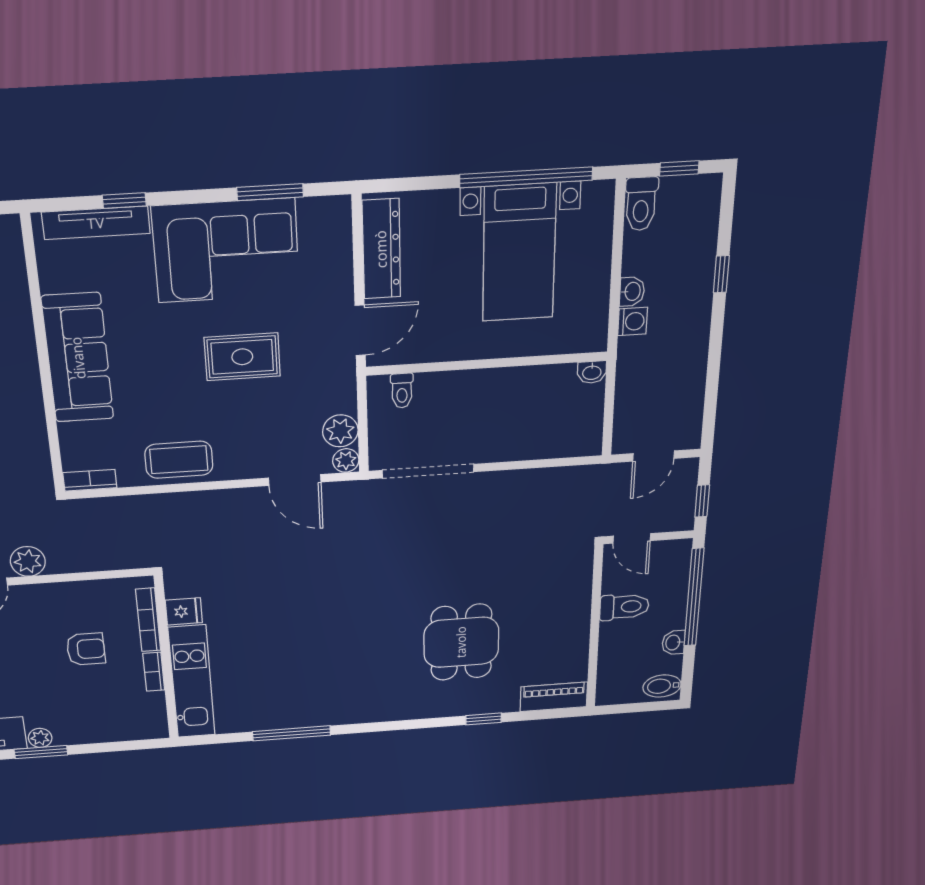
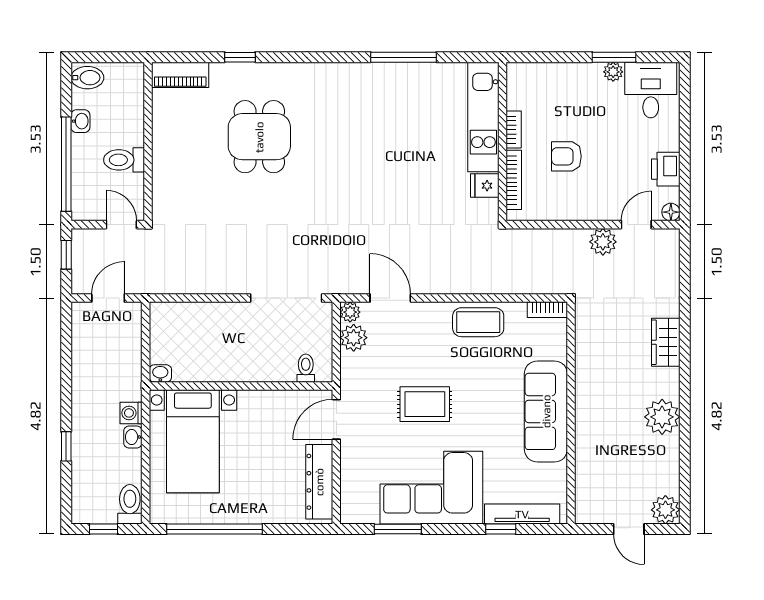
bed with nightstands: (519, 253) -> (193, 441), moved, turned 180

